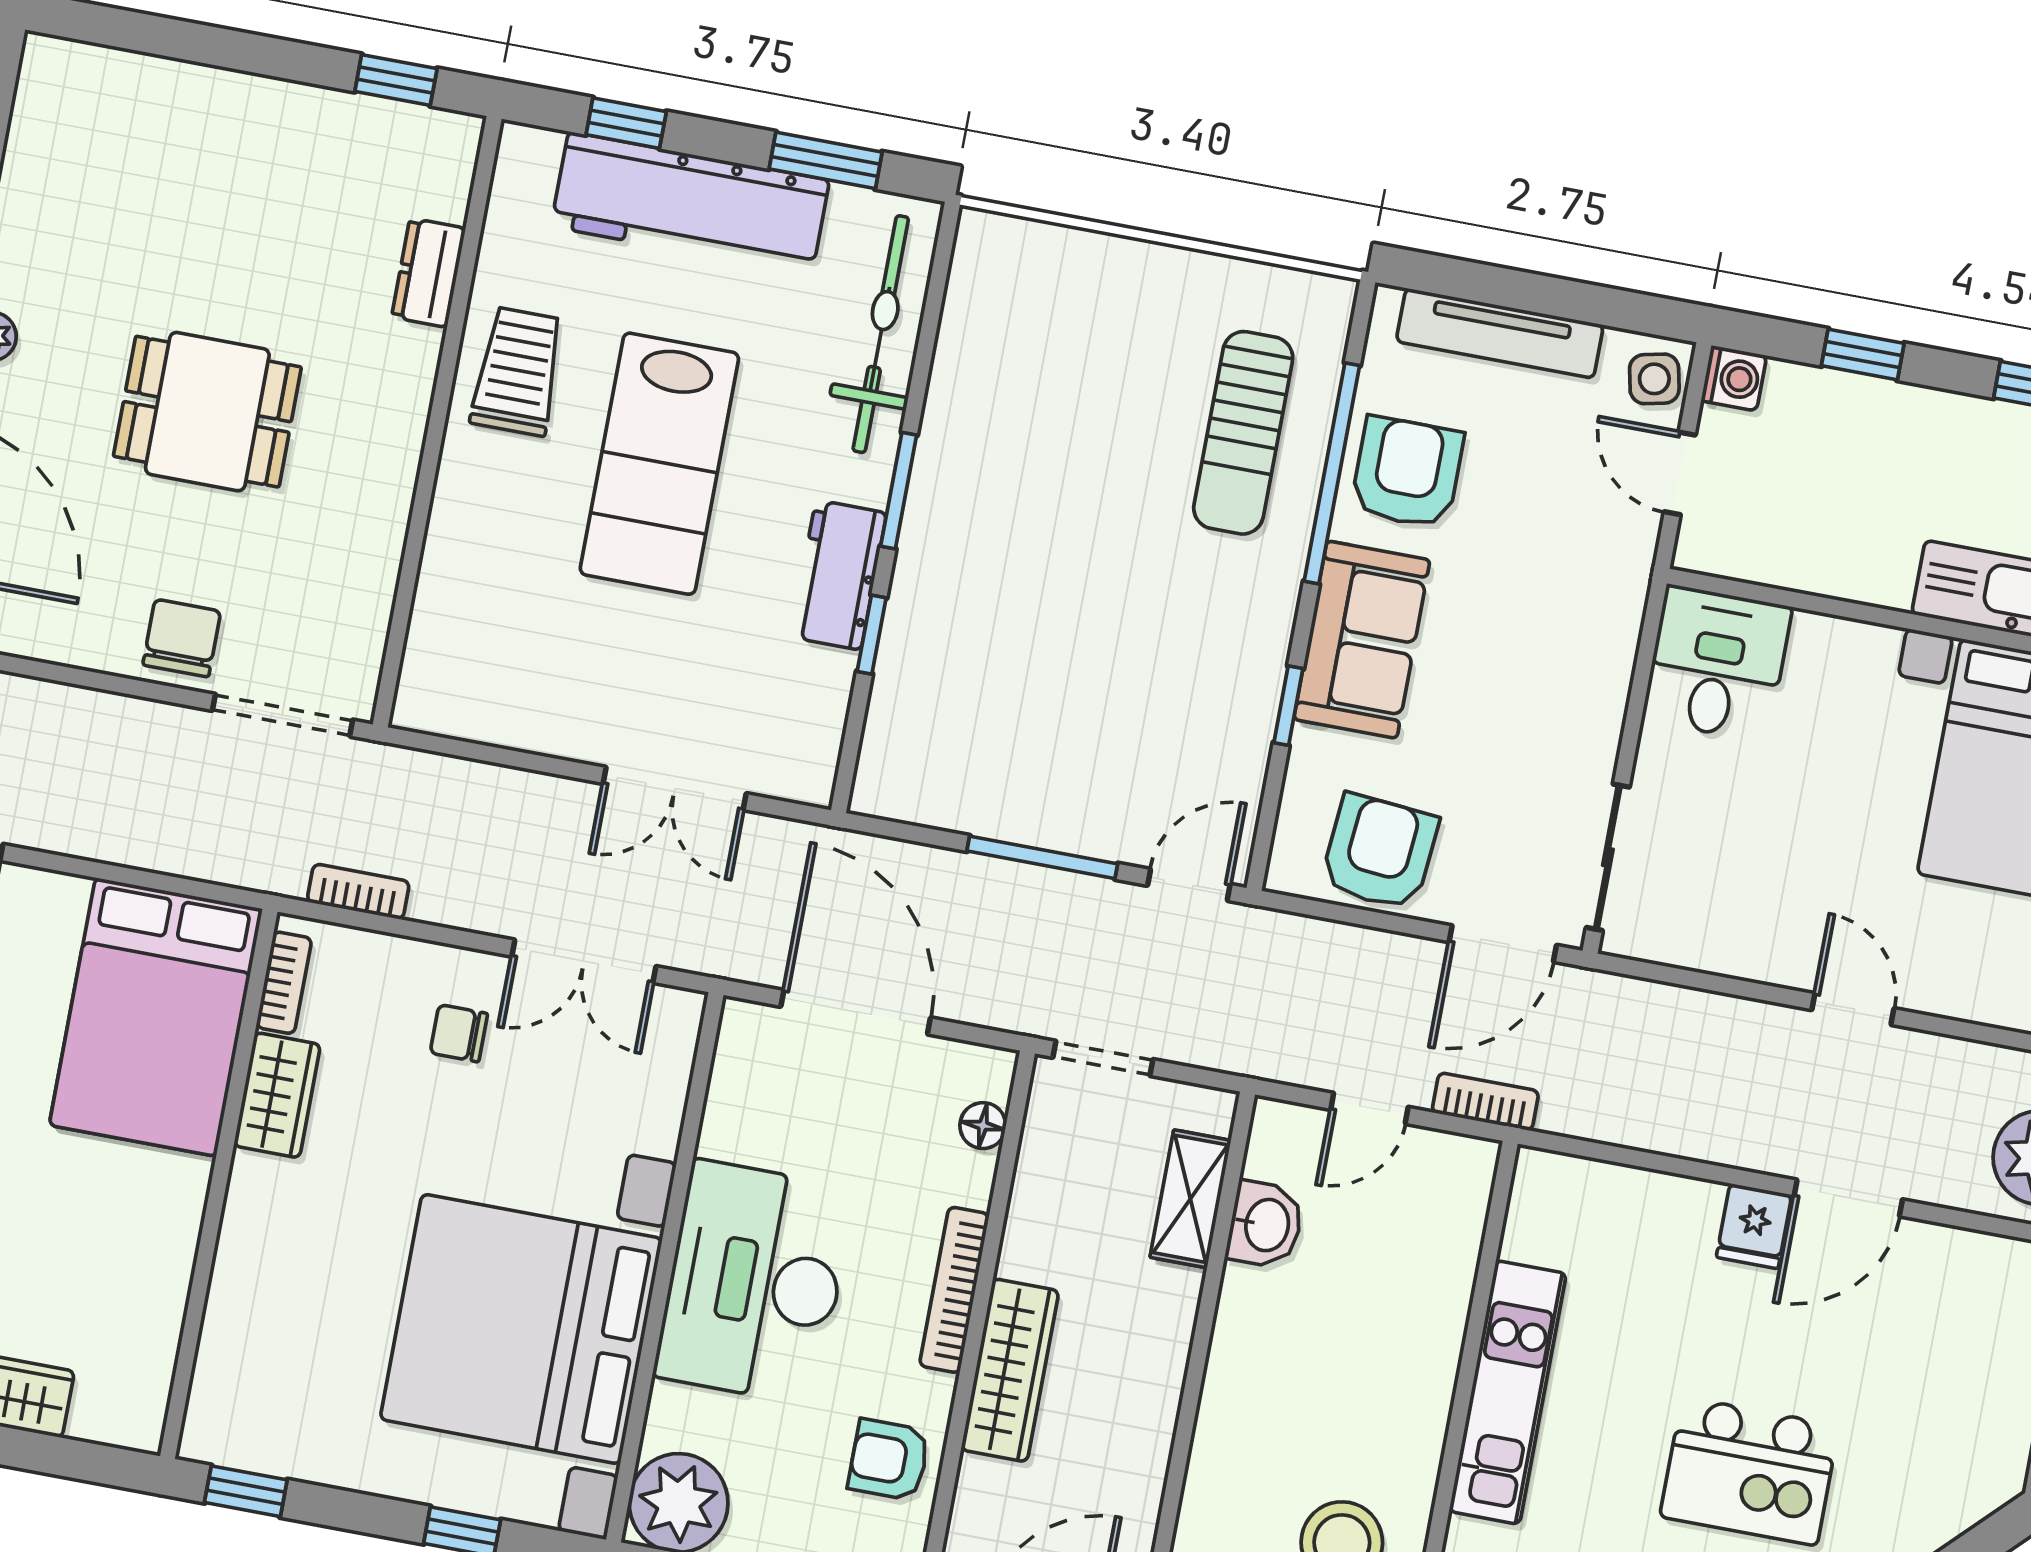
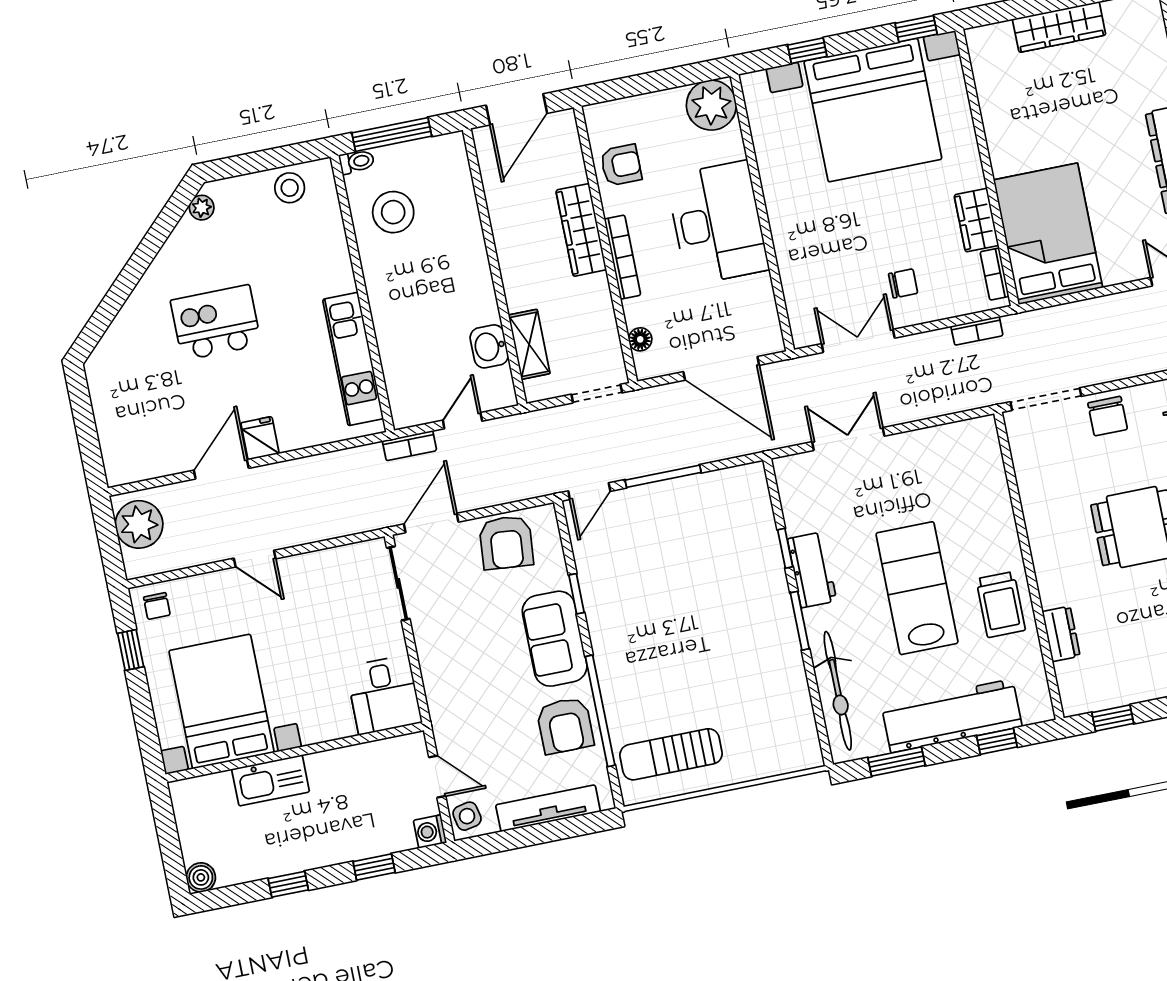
sun lounger: (1243, 433) -> (671, 754), moved, turned -90
bed with nightstands: (521, 1329) -> (873, 110), moved, turned 90
kitchen unit: (1508, 1392) -> (353, 359), moved

